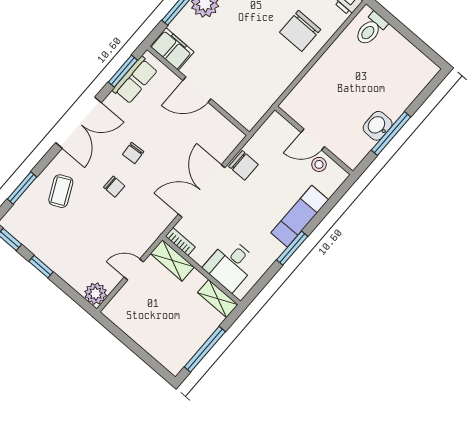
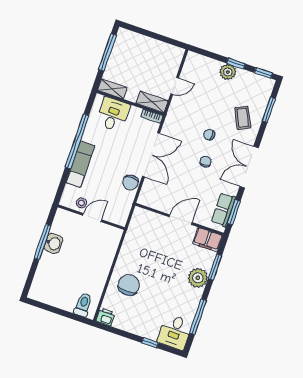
chair: (243, 165) -> (130, 182), turned -90
window: (292, 248) -> (77, 141), width x2.11
plant: (96, 294) -> (228, 72), moved

